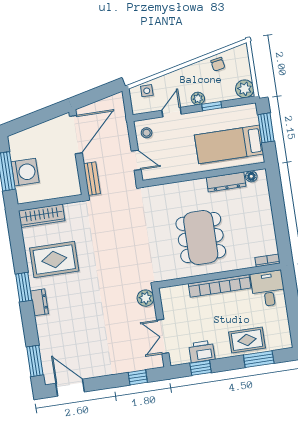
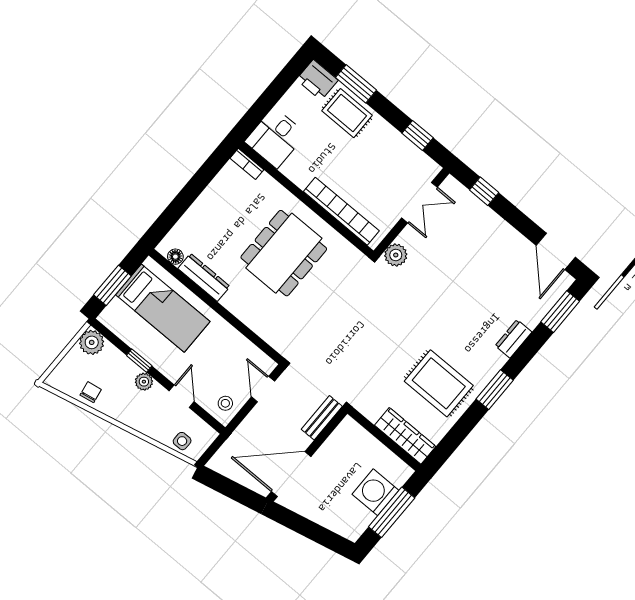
door: (172, 112) -> (182, 396), swing flipped
bookcase: (220, 286) -> (341, 211), moved
dresser: (40, 302) -> (513, 339), moved
printer: (202, 351) -> (317, 80), moved

